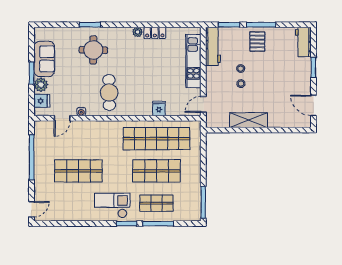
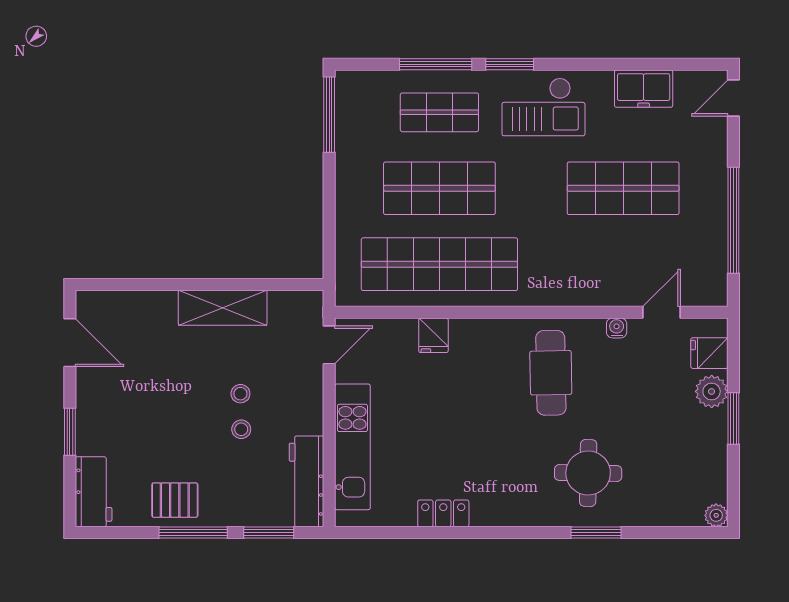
plant: (137, 32) -> (716, 515), moved
pallet: (257, 41) -> (175, 500), moved, turned 90
sofa: (44, 59) -> (704, 452), removed
freezer: (70, 213) -> (644, 89), added

